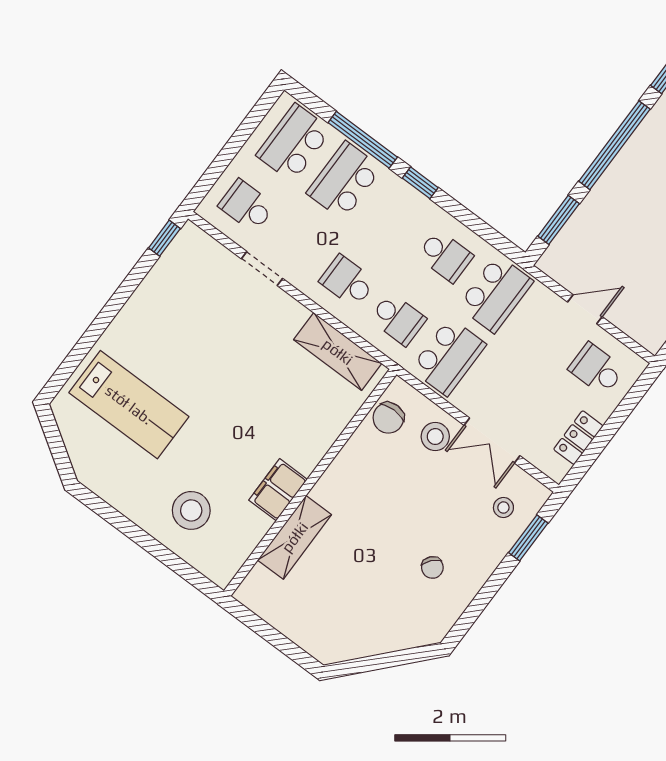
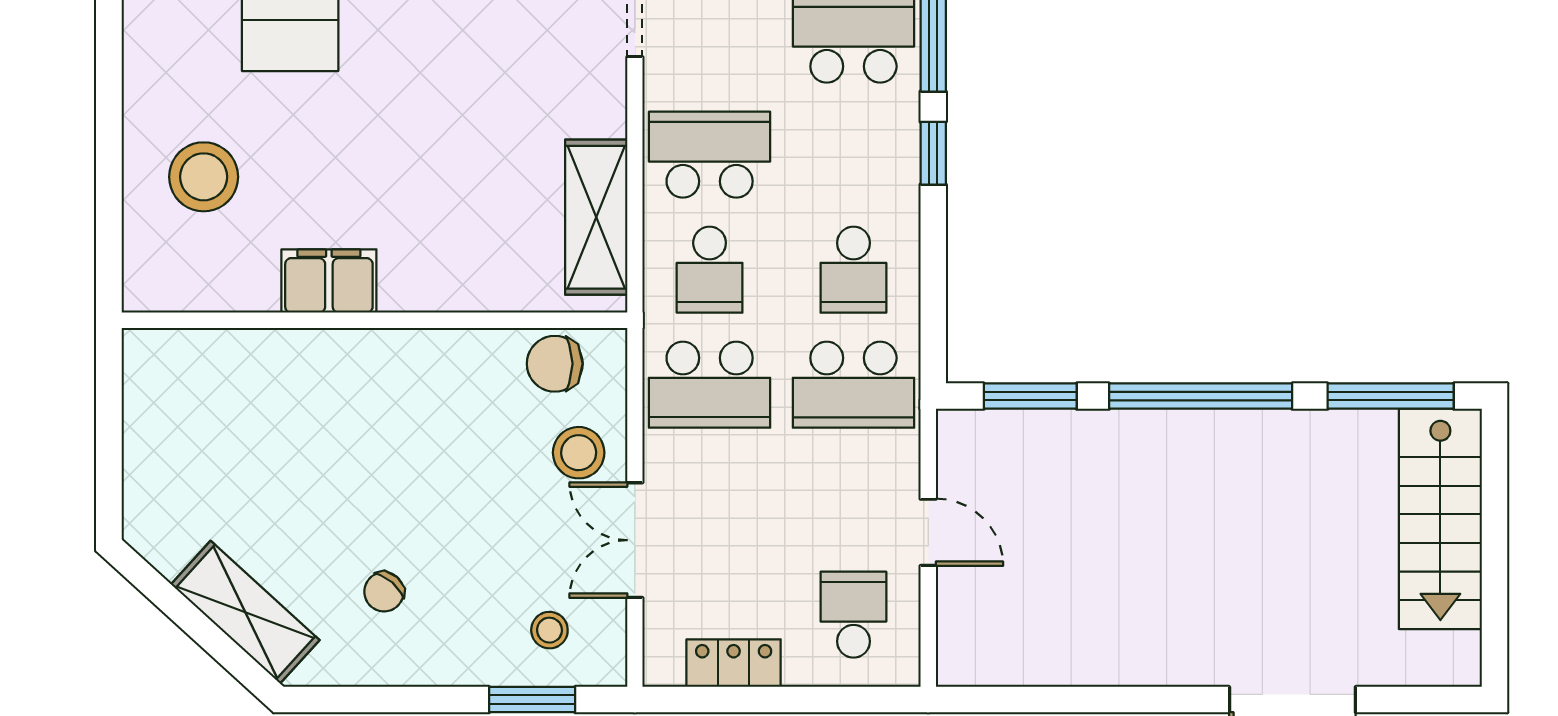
school desk: (347, 281) -> (710, 155), width x1.85
shelving: (295, 537) -> (245, 612), moved, turned 42

